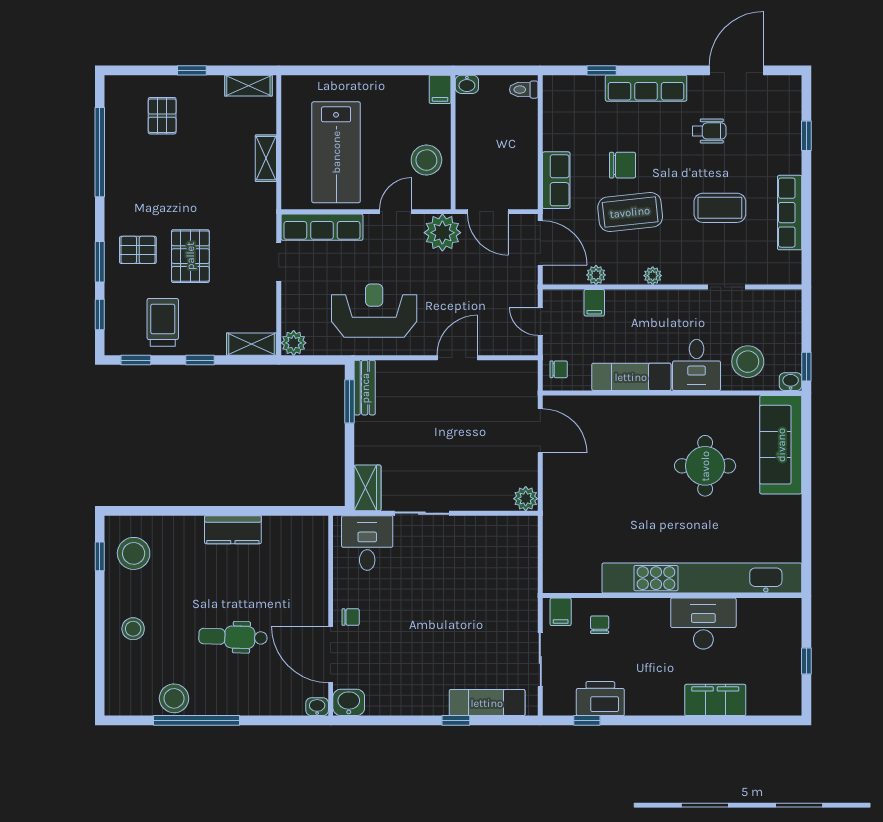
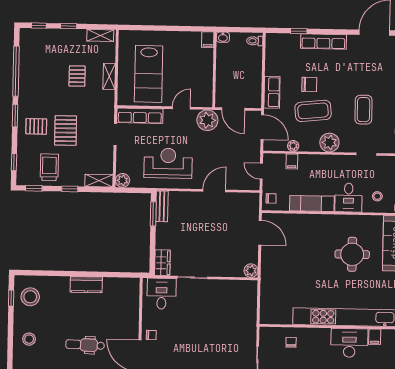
window: (139, 70) -> (39, 26), added
pallet: (162, 116) -> (77, 76), moved
wheelchair: (709, 131) -> (358, 66), removed
stool: (426, 160) -> (199, 79), removed
coffee table: (720, 208) -> (363, 110), turned 90
window: (100, 262) -> (15, 116), moved
plant: (653, 276) -> (329, 143), width x1.87, depth x1.87
stool: (748, 362) -> (377, 196), width x0.53, depth x0.53
filing cabinet: (561, 612) -> (375, 337), moved

